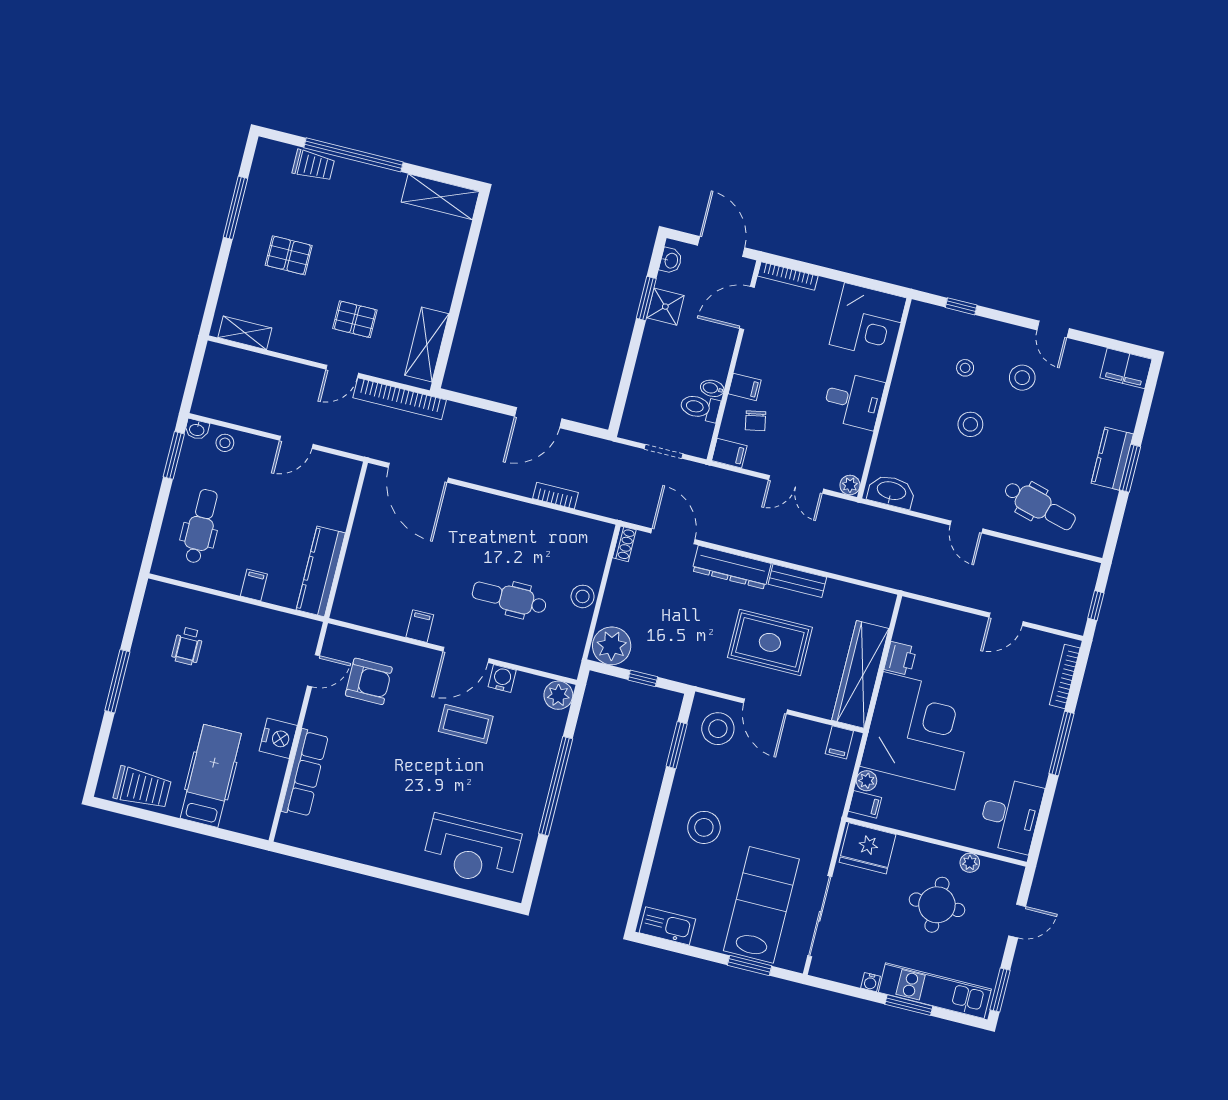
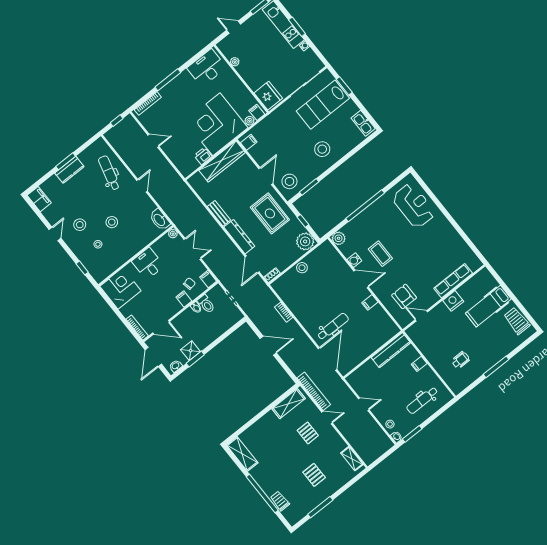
dental chair: (509, 598) -> (333, 327), moved, turned -90
rug: (770, 642) -> (270, 213), moved
round table: (937, 905) -> (259, 56), removed

